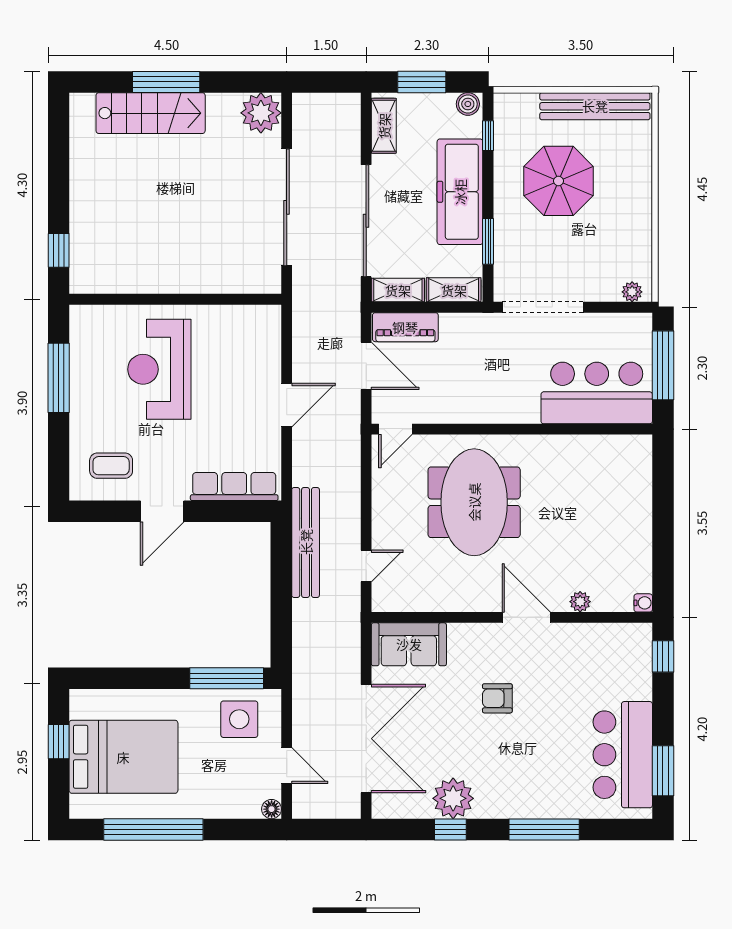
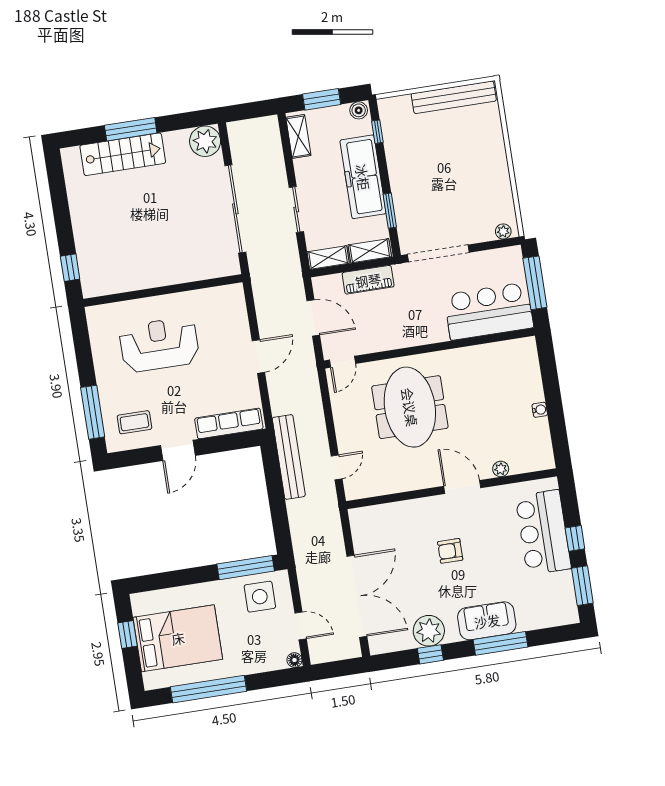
parasol: (558, 181) -> (435, 157), removed
sliding door: (366, 221) -> (296, 209), width x0.54
piano: (405, 327) -> (368, 280), moved
reception desk: (159, 369) -> (159, 345), turned 90
window: (59, 378) -> (93, 412), moved
water cooler: (643, 603) -> (540, 410), moved
sofa: (409, 644) -> (487, 621), moved, turned 180
window: (663, 656) -> (575, 538), moved
bar counter: (623, 755) -> (543, 532), moved

